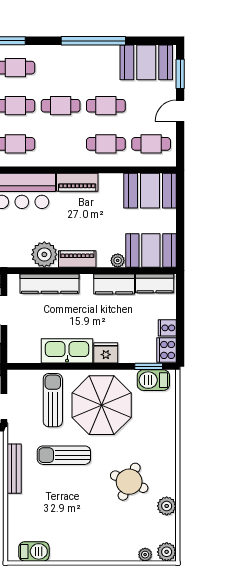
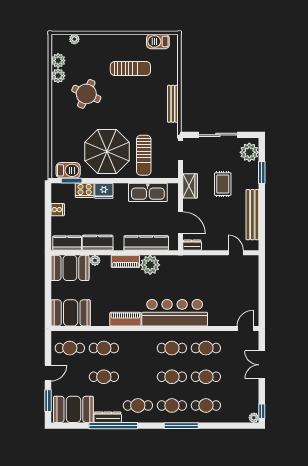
dresser: (101, 52) -> (108, 417), added
cafe table: (61, 106) -> (138, 405), moved
cooker: (166, 350) -> (85, 190), moved, turned 90
kitchen sink: (67, 351) -> (148, 192), moved
sun lounger: (64, 455) -> (130, 68), moved
plant: (167, 552) -> (58, 61), moved

